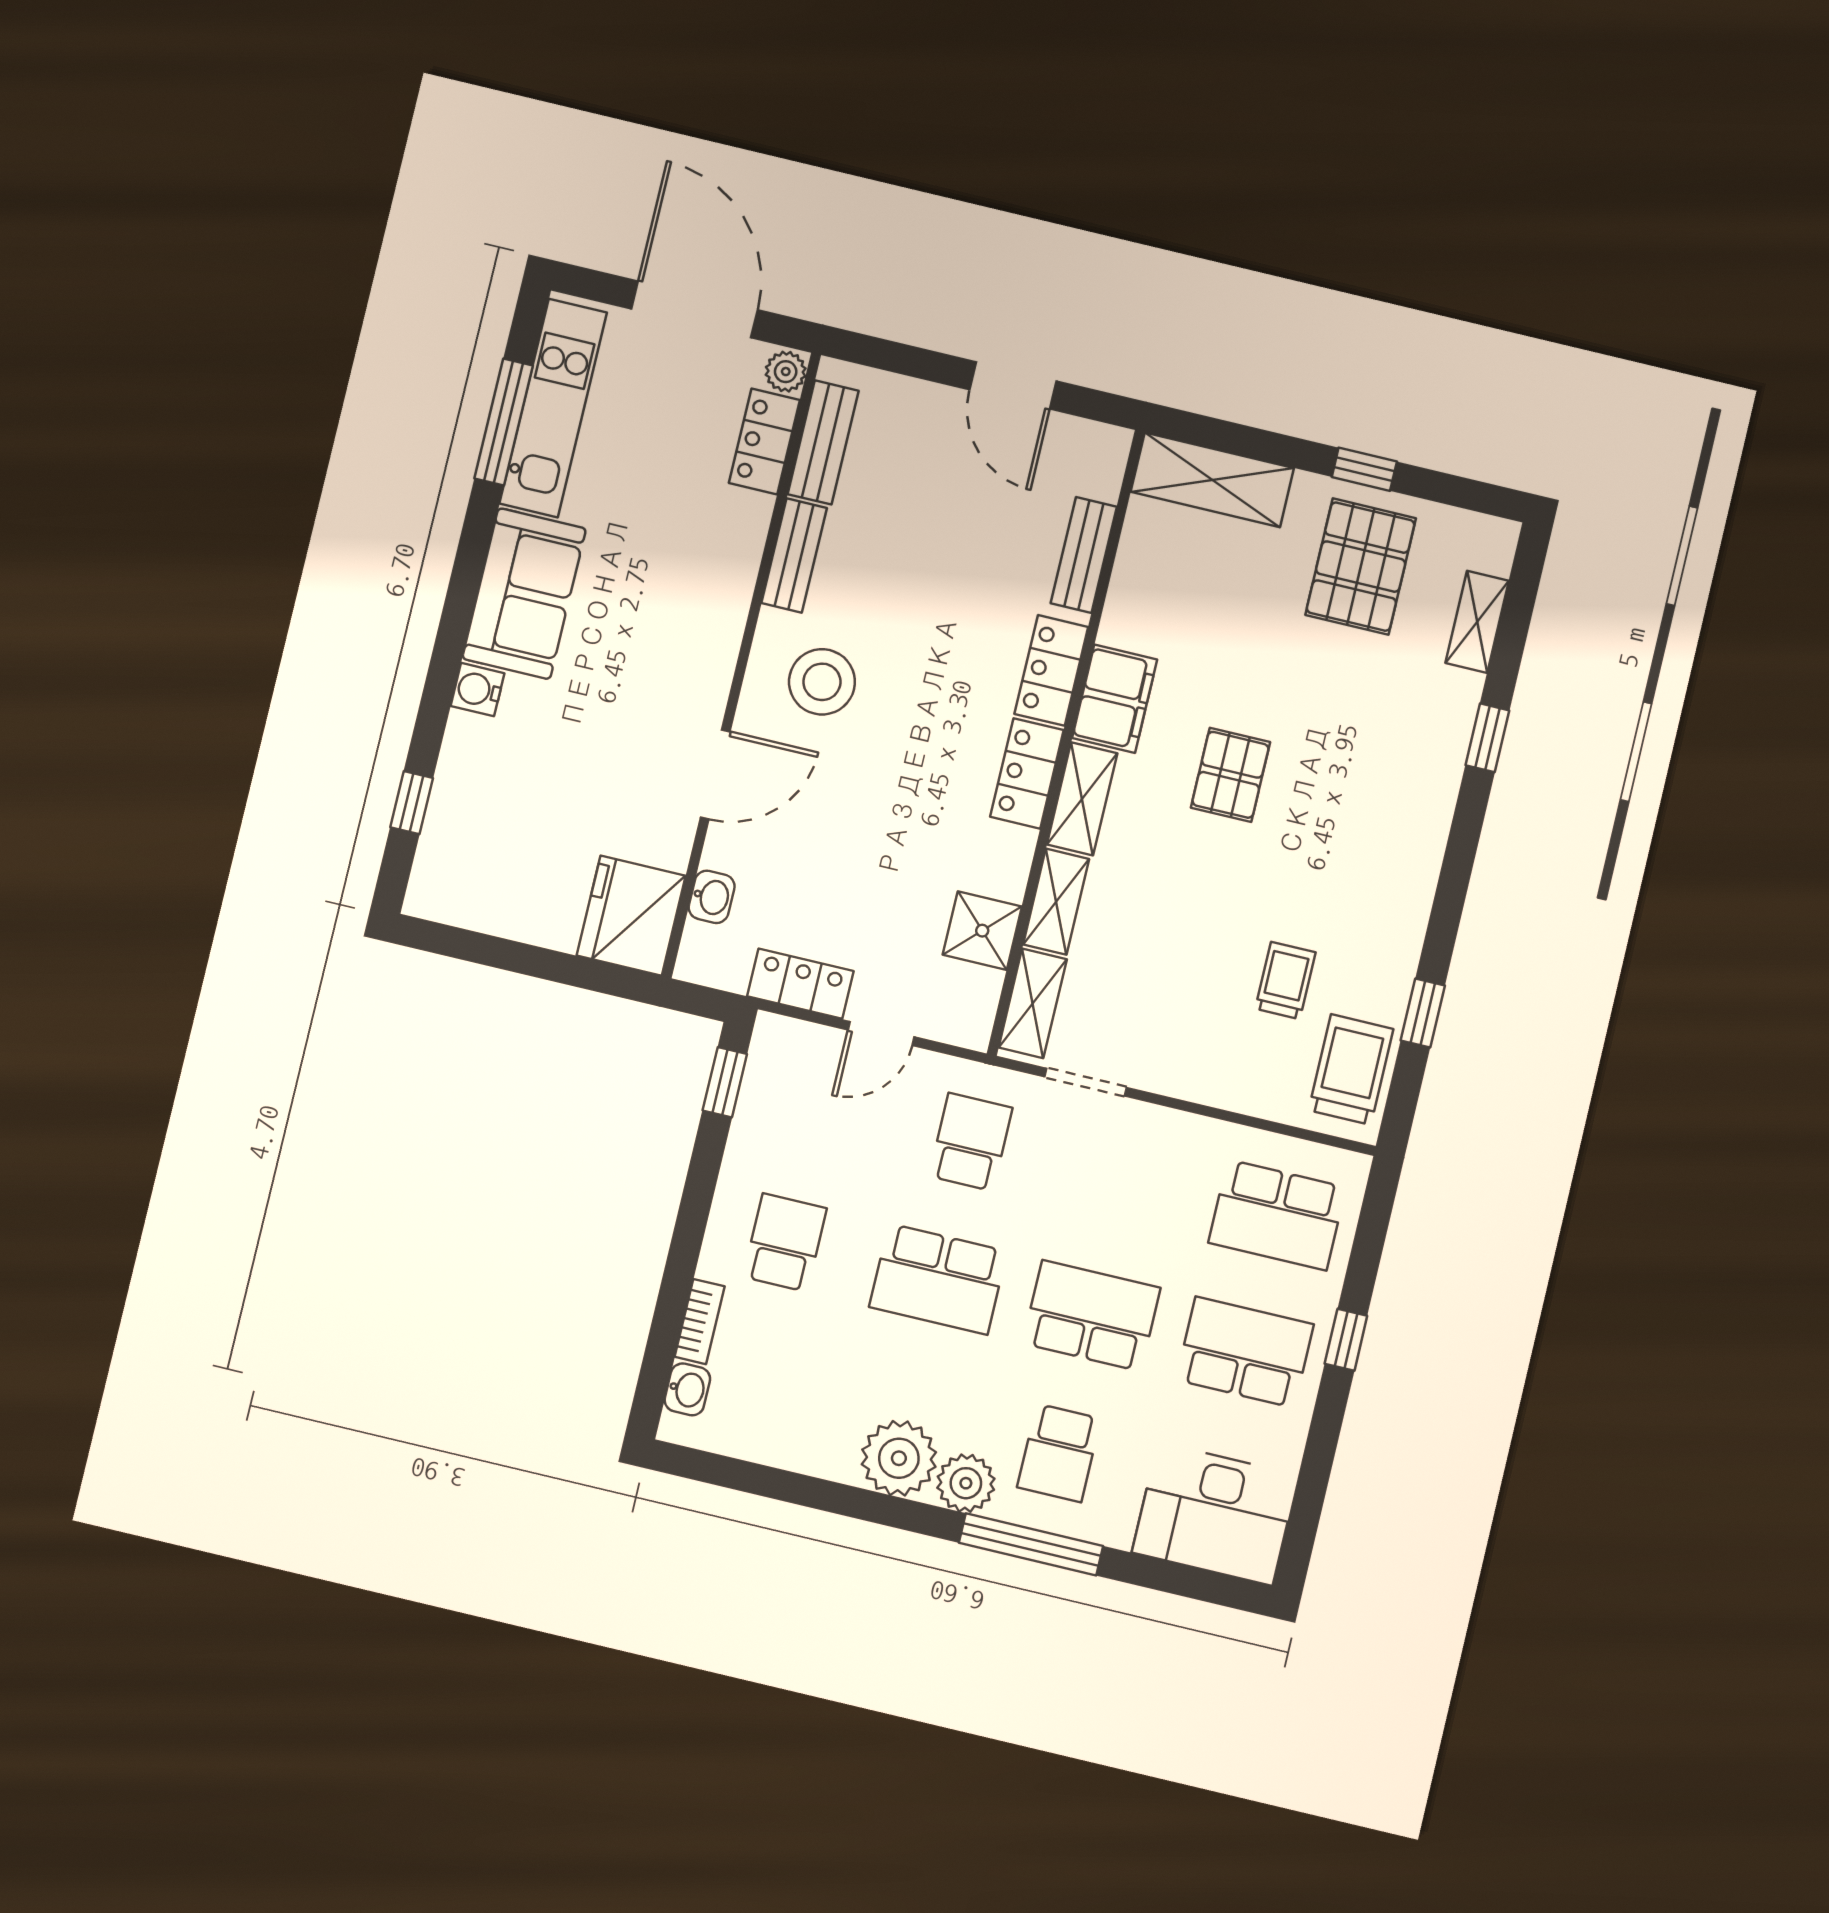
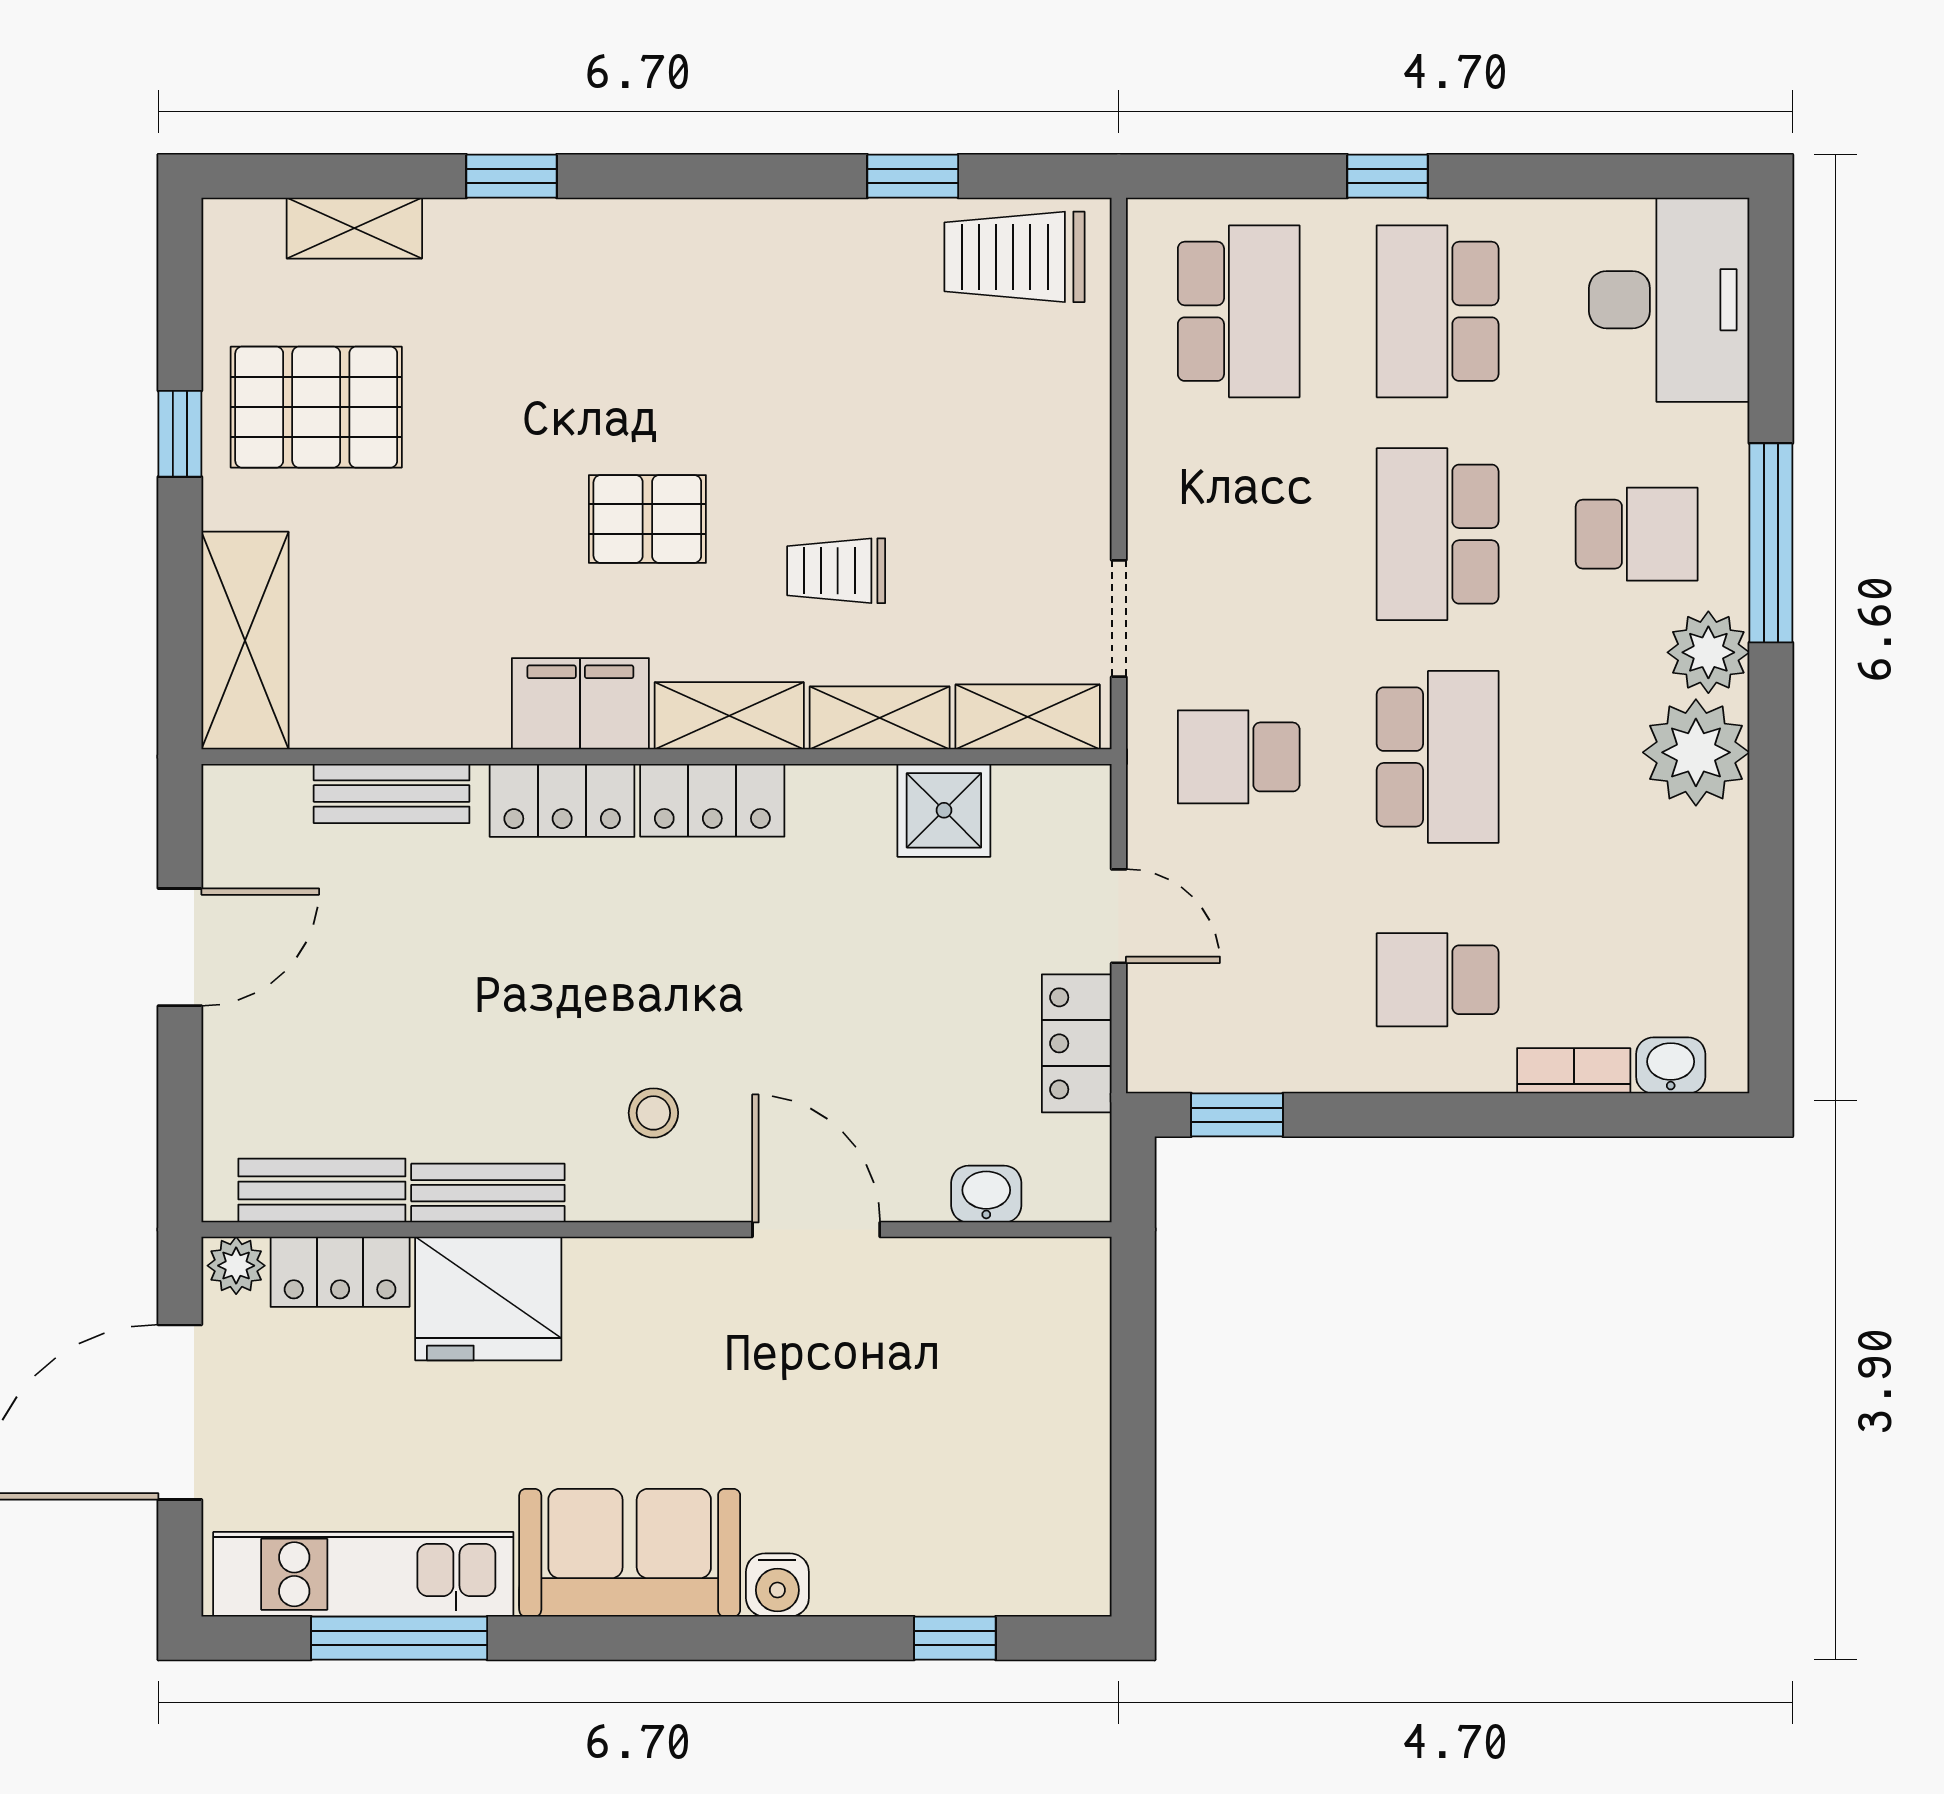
stool: (822, 682) -> (653, 1113), width x0.53, depth x0.53
fridge: (631, 916) -> (488, 1299), moved
trolley: (1285, 981) -> (836, 571), moved

